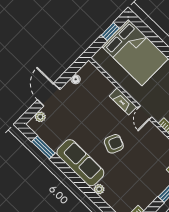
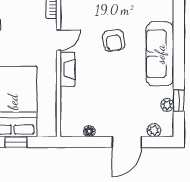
armchair: (114, 144) -> (114, 40), turned -122
window: (43, 147) -> (179, 100), width x0.67
plant: (99, 189) -> (167, 105), moved

